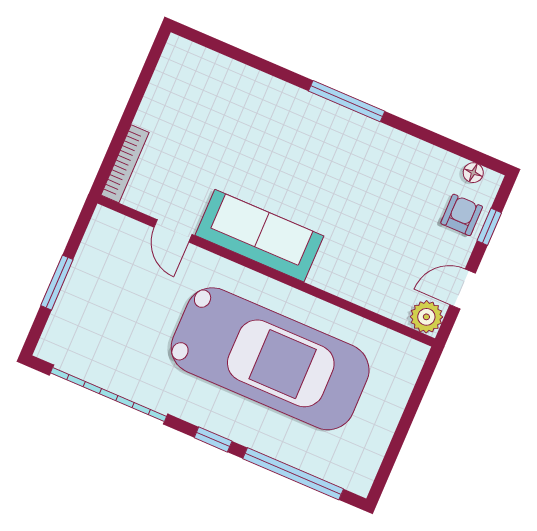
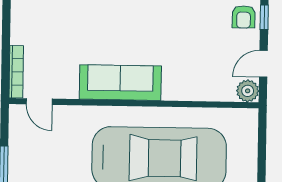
armchair: (462, 215) -> (244, 17), turned 180
door: (173, 231) -> (39, 102), moved

